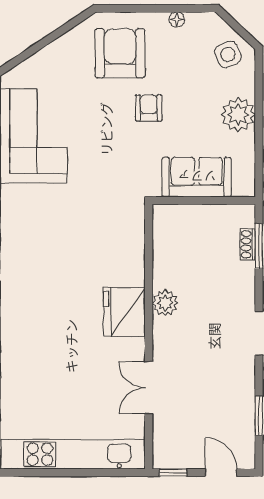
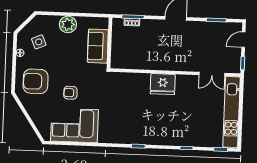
side table: (228, 54) -> (39, 42), moved
armchair: (149, 108) -> (70, 93), moved
plant: (165, 303) -> (159, 64), removed
double door: (149, 388) -> (212, 74), moved

